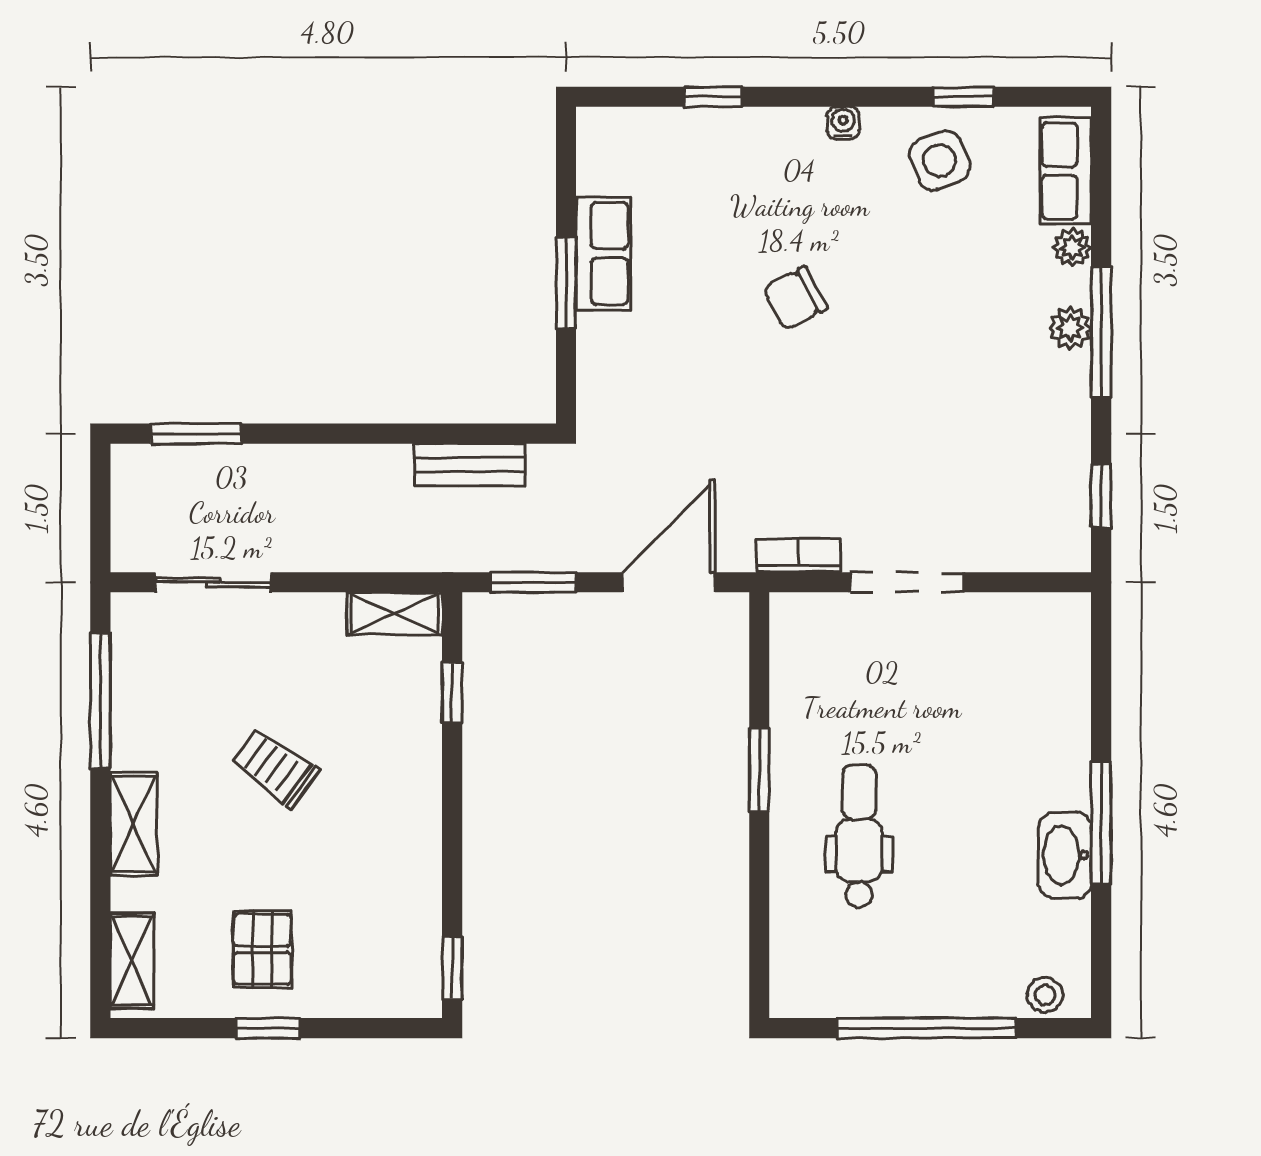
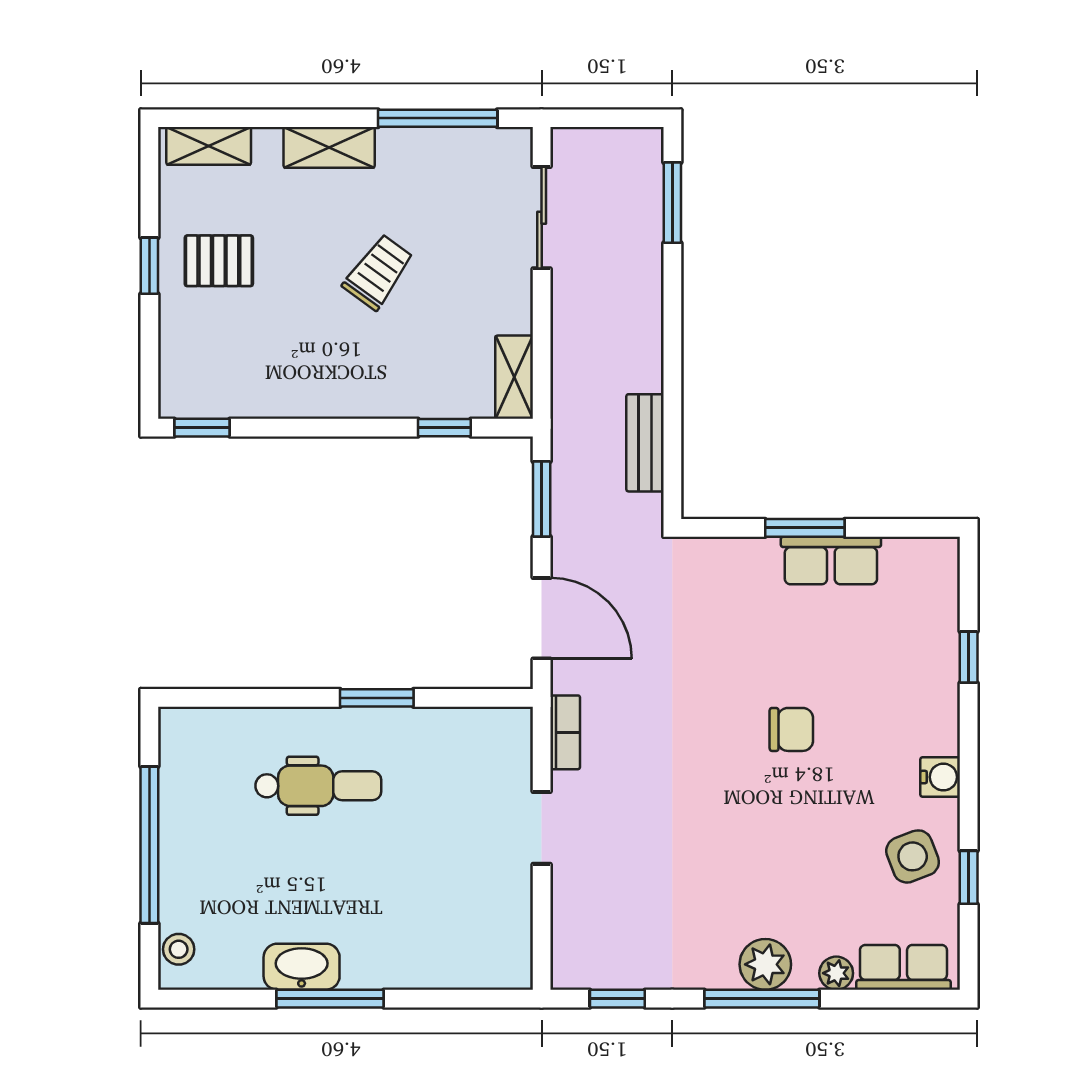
water cooler: (843, 123) -> (940, 777), width x1.38, depth x1.38
chair: (795, 298) -> (791, 729), turned 118
plant: (1070, 328) -> (765, 964), width x1.38, depth x1.38
doorway: (907, 582) -> (542, 828), width x0.73

